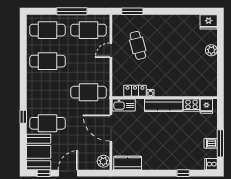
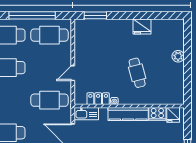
window: (72, 11) -> (32, 15), width x1.46
fridge: (209, 22) -> (142, 26), moved
cafe table: (138, 45) -> (137, 73), moved
door: (111, 50) -> (73, 73), moved

